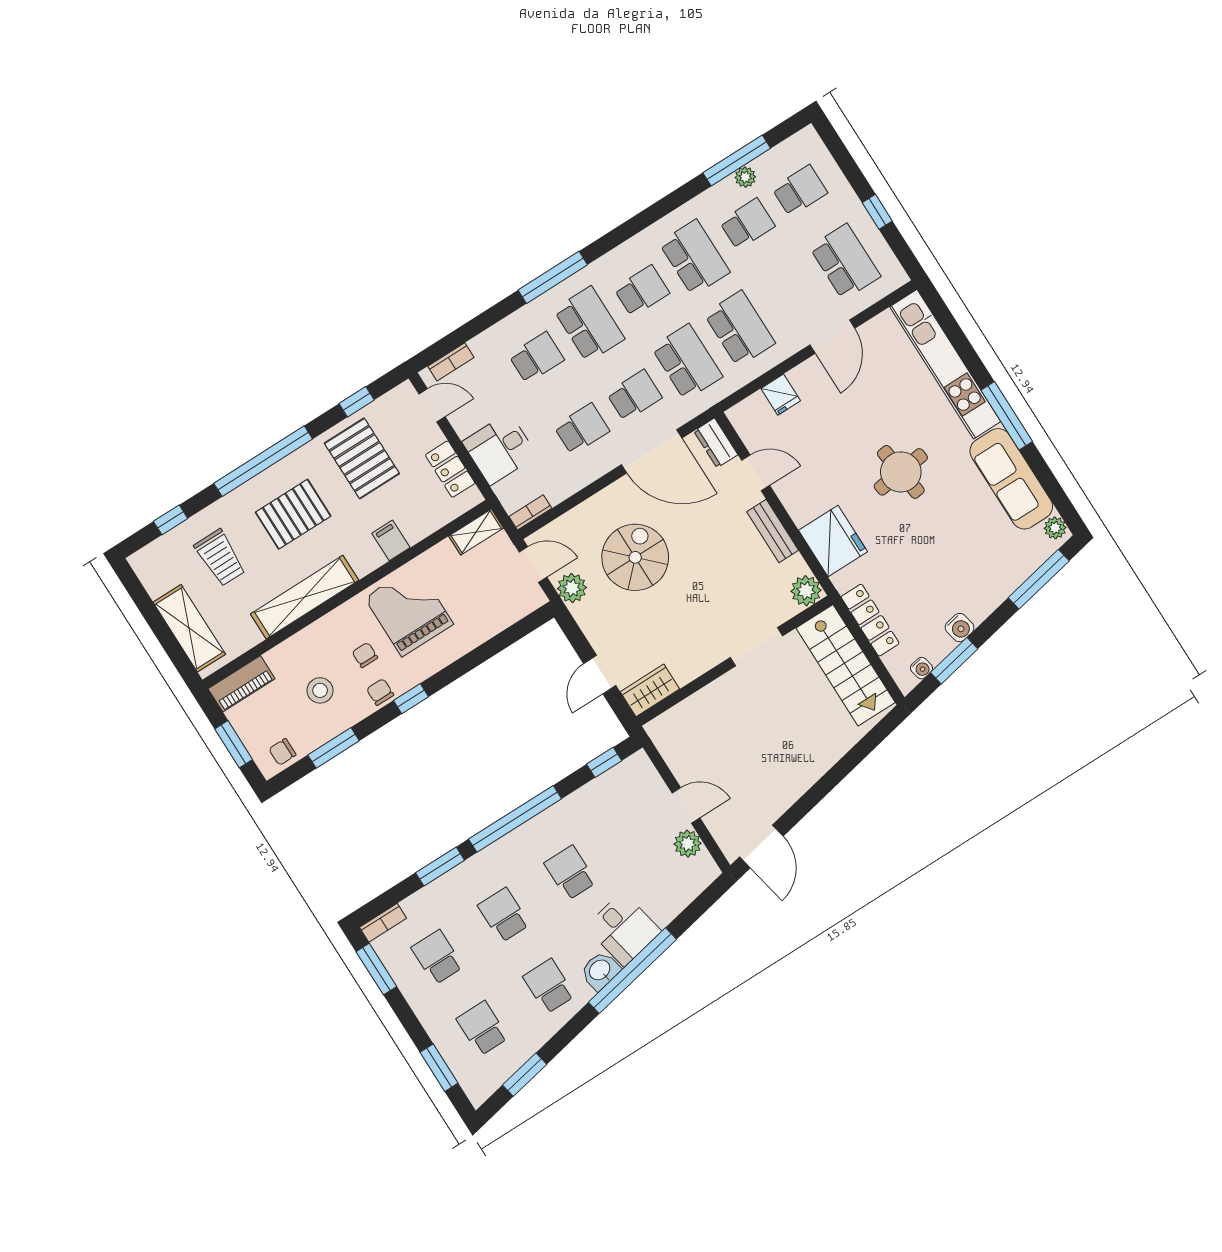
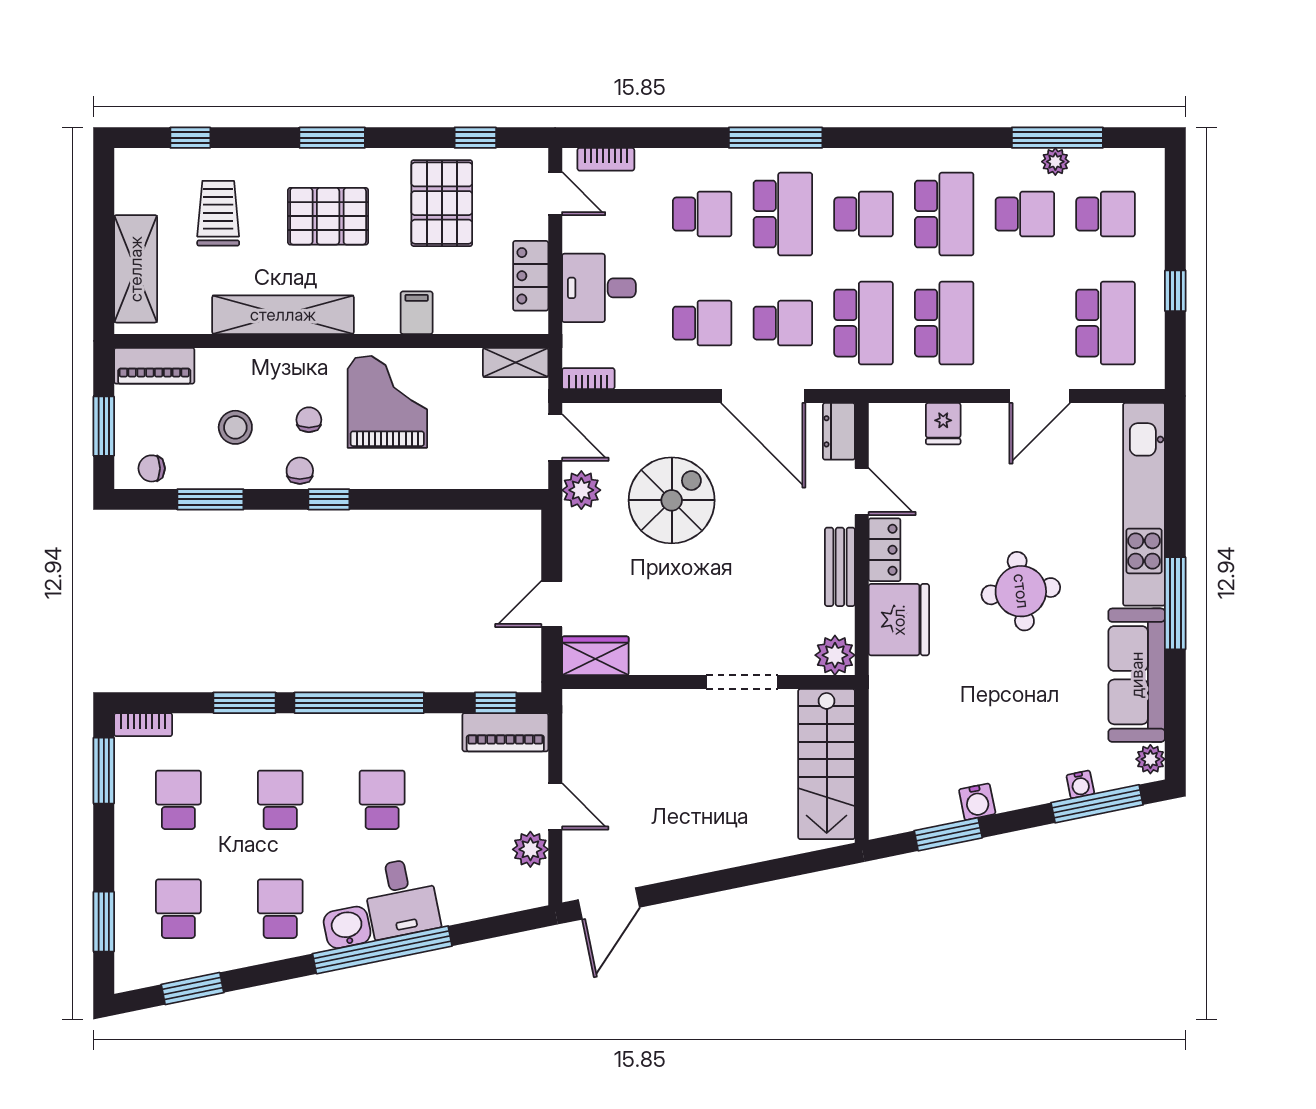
window: (263, 461) -> (332, 138), width x0.47
trolley: (220, 558) -> (218, 213), turned 180
locker: (870, 620) -> (885, 550), moved, width x0.66
water cooler: (922, 668) -> (1080, 784), moved
piano: (623, 778) -> (505, 732), added

